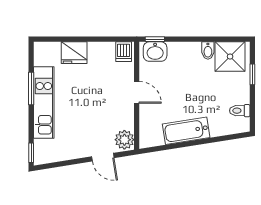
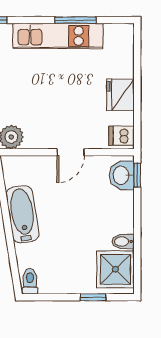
fridge: (74, 53) -> (120, 95), moved
toilet: (240, 111) -> (30, 281), moved

